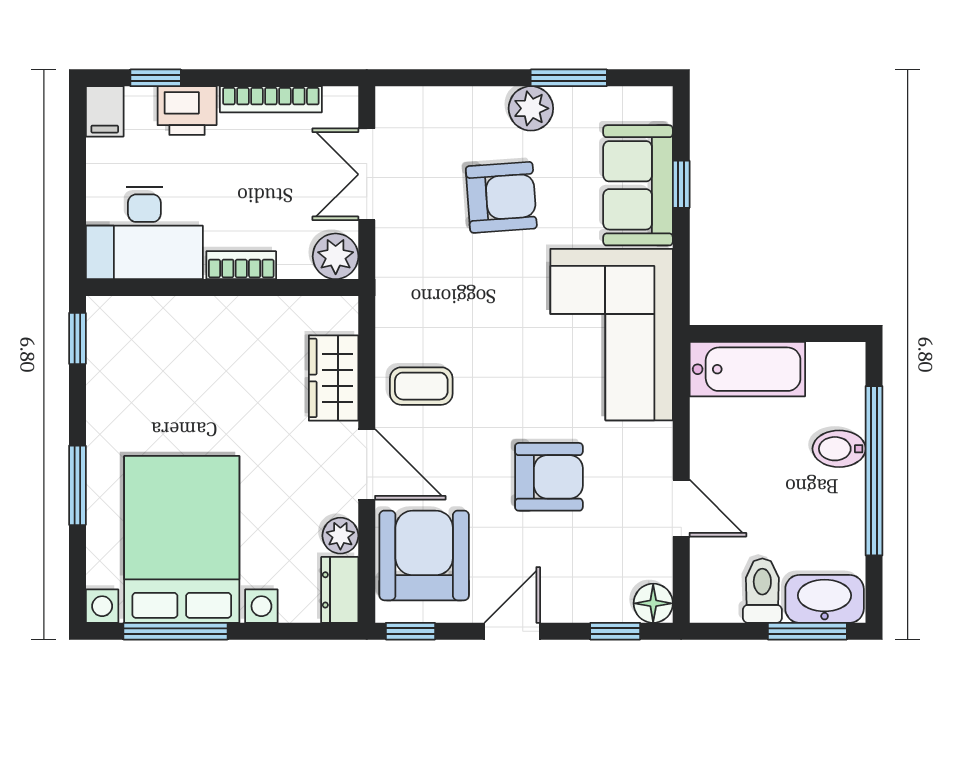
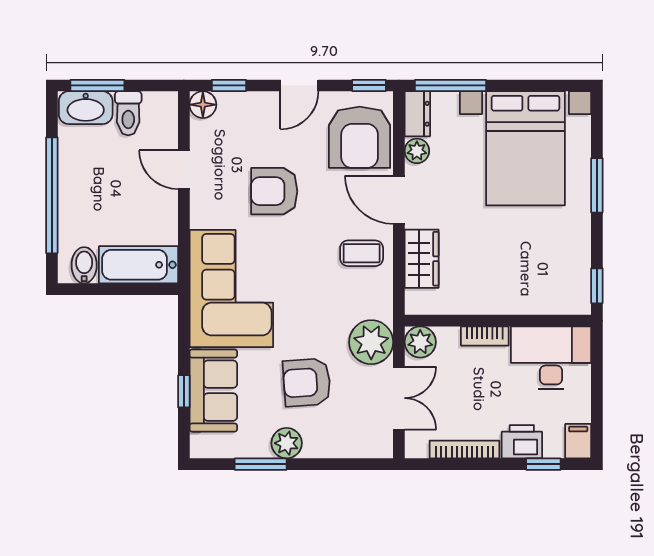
plant: (407, 256) -> (371, 342), added
bidet: (839, 449) -> (84, 265), moved, turned -90
window: (176, 631) -> (451, 85), moved

